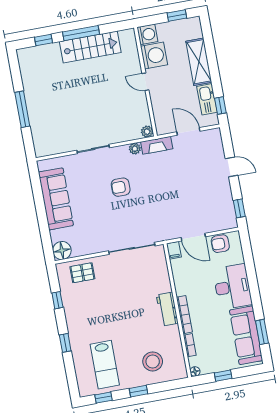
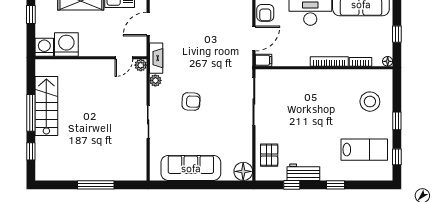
door: (145, 82) -> (124, 58), moved
armchair: (121, 187) -> (191, 101), turned -87
workbench: (167, 309) -> (303, 172), moved, turned 180

